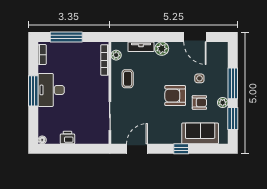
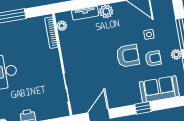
coffee table: (128, 79) -> (77, 47), removed
armchair: (175, 96) -> (128, 56), turned 180

